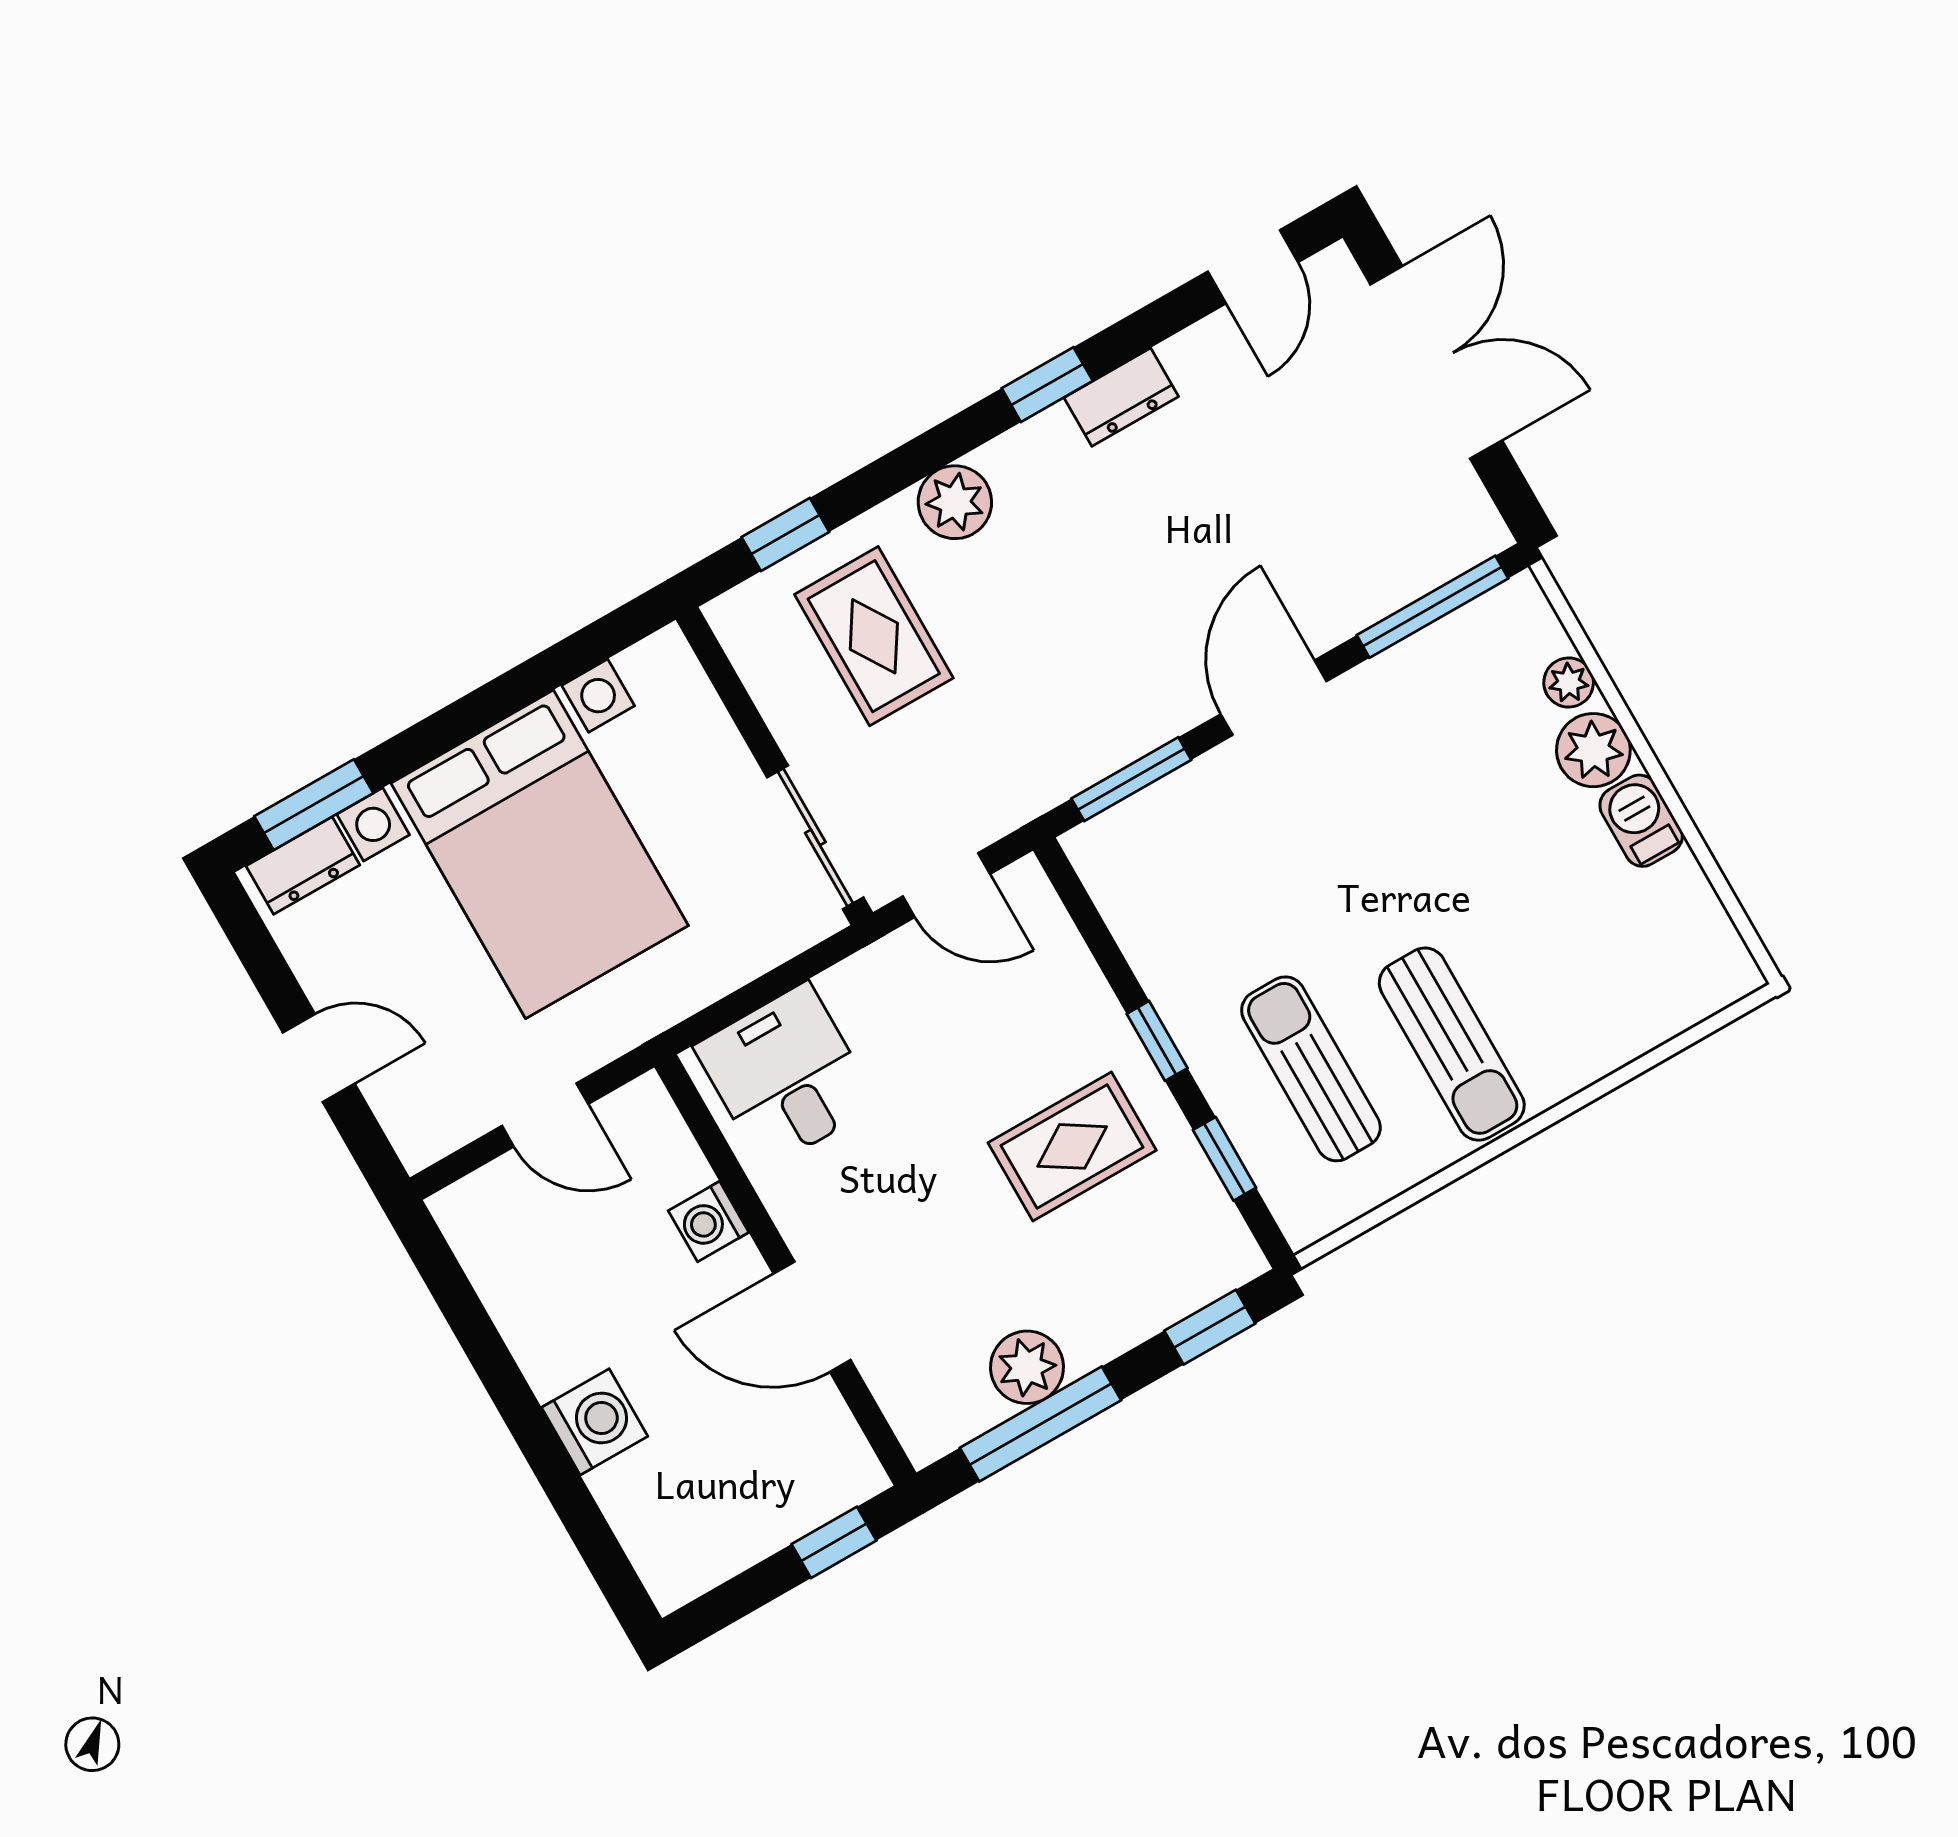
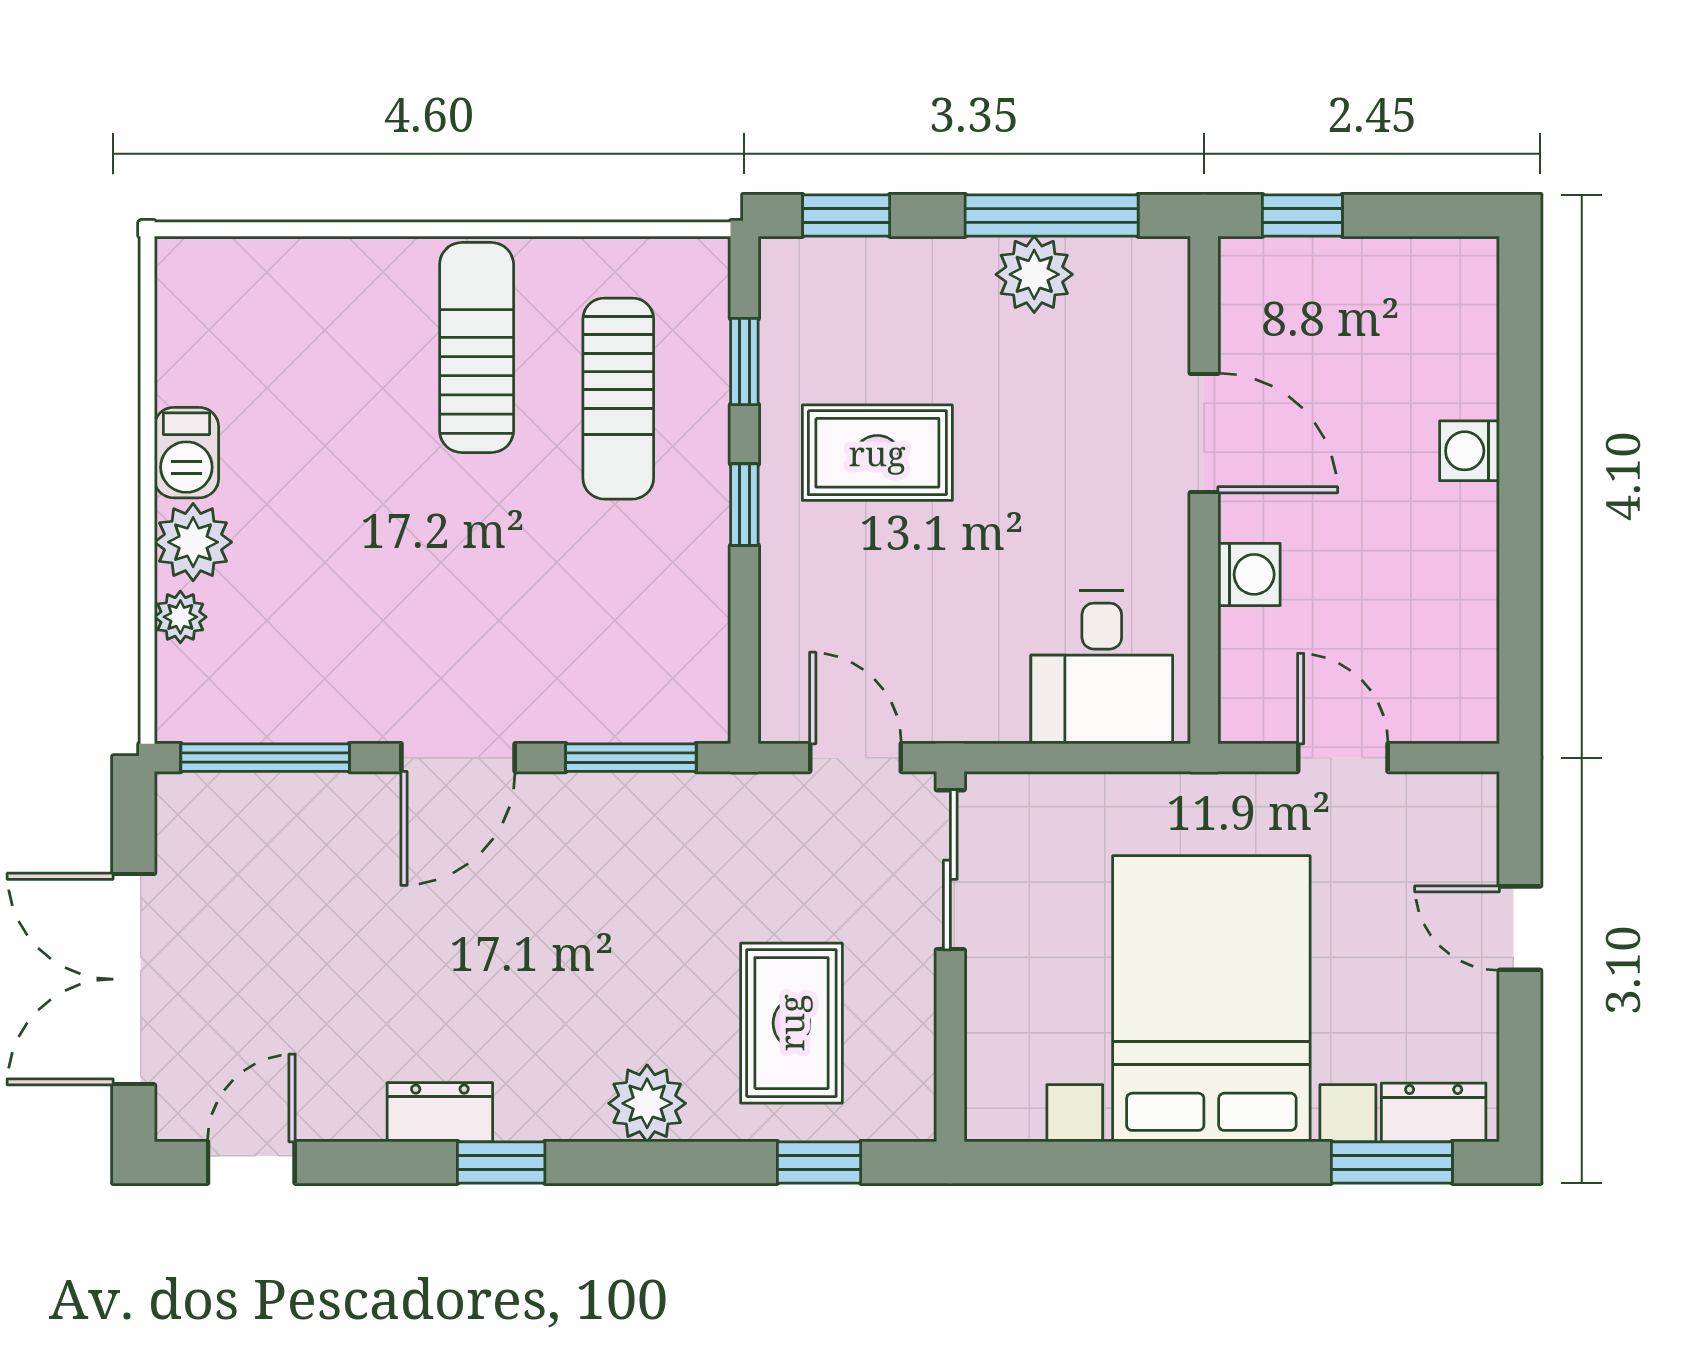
washing machine: (595, 1422) -> (1469, 451), width x0.73, depth x0.73

